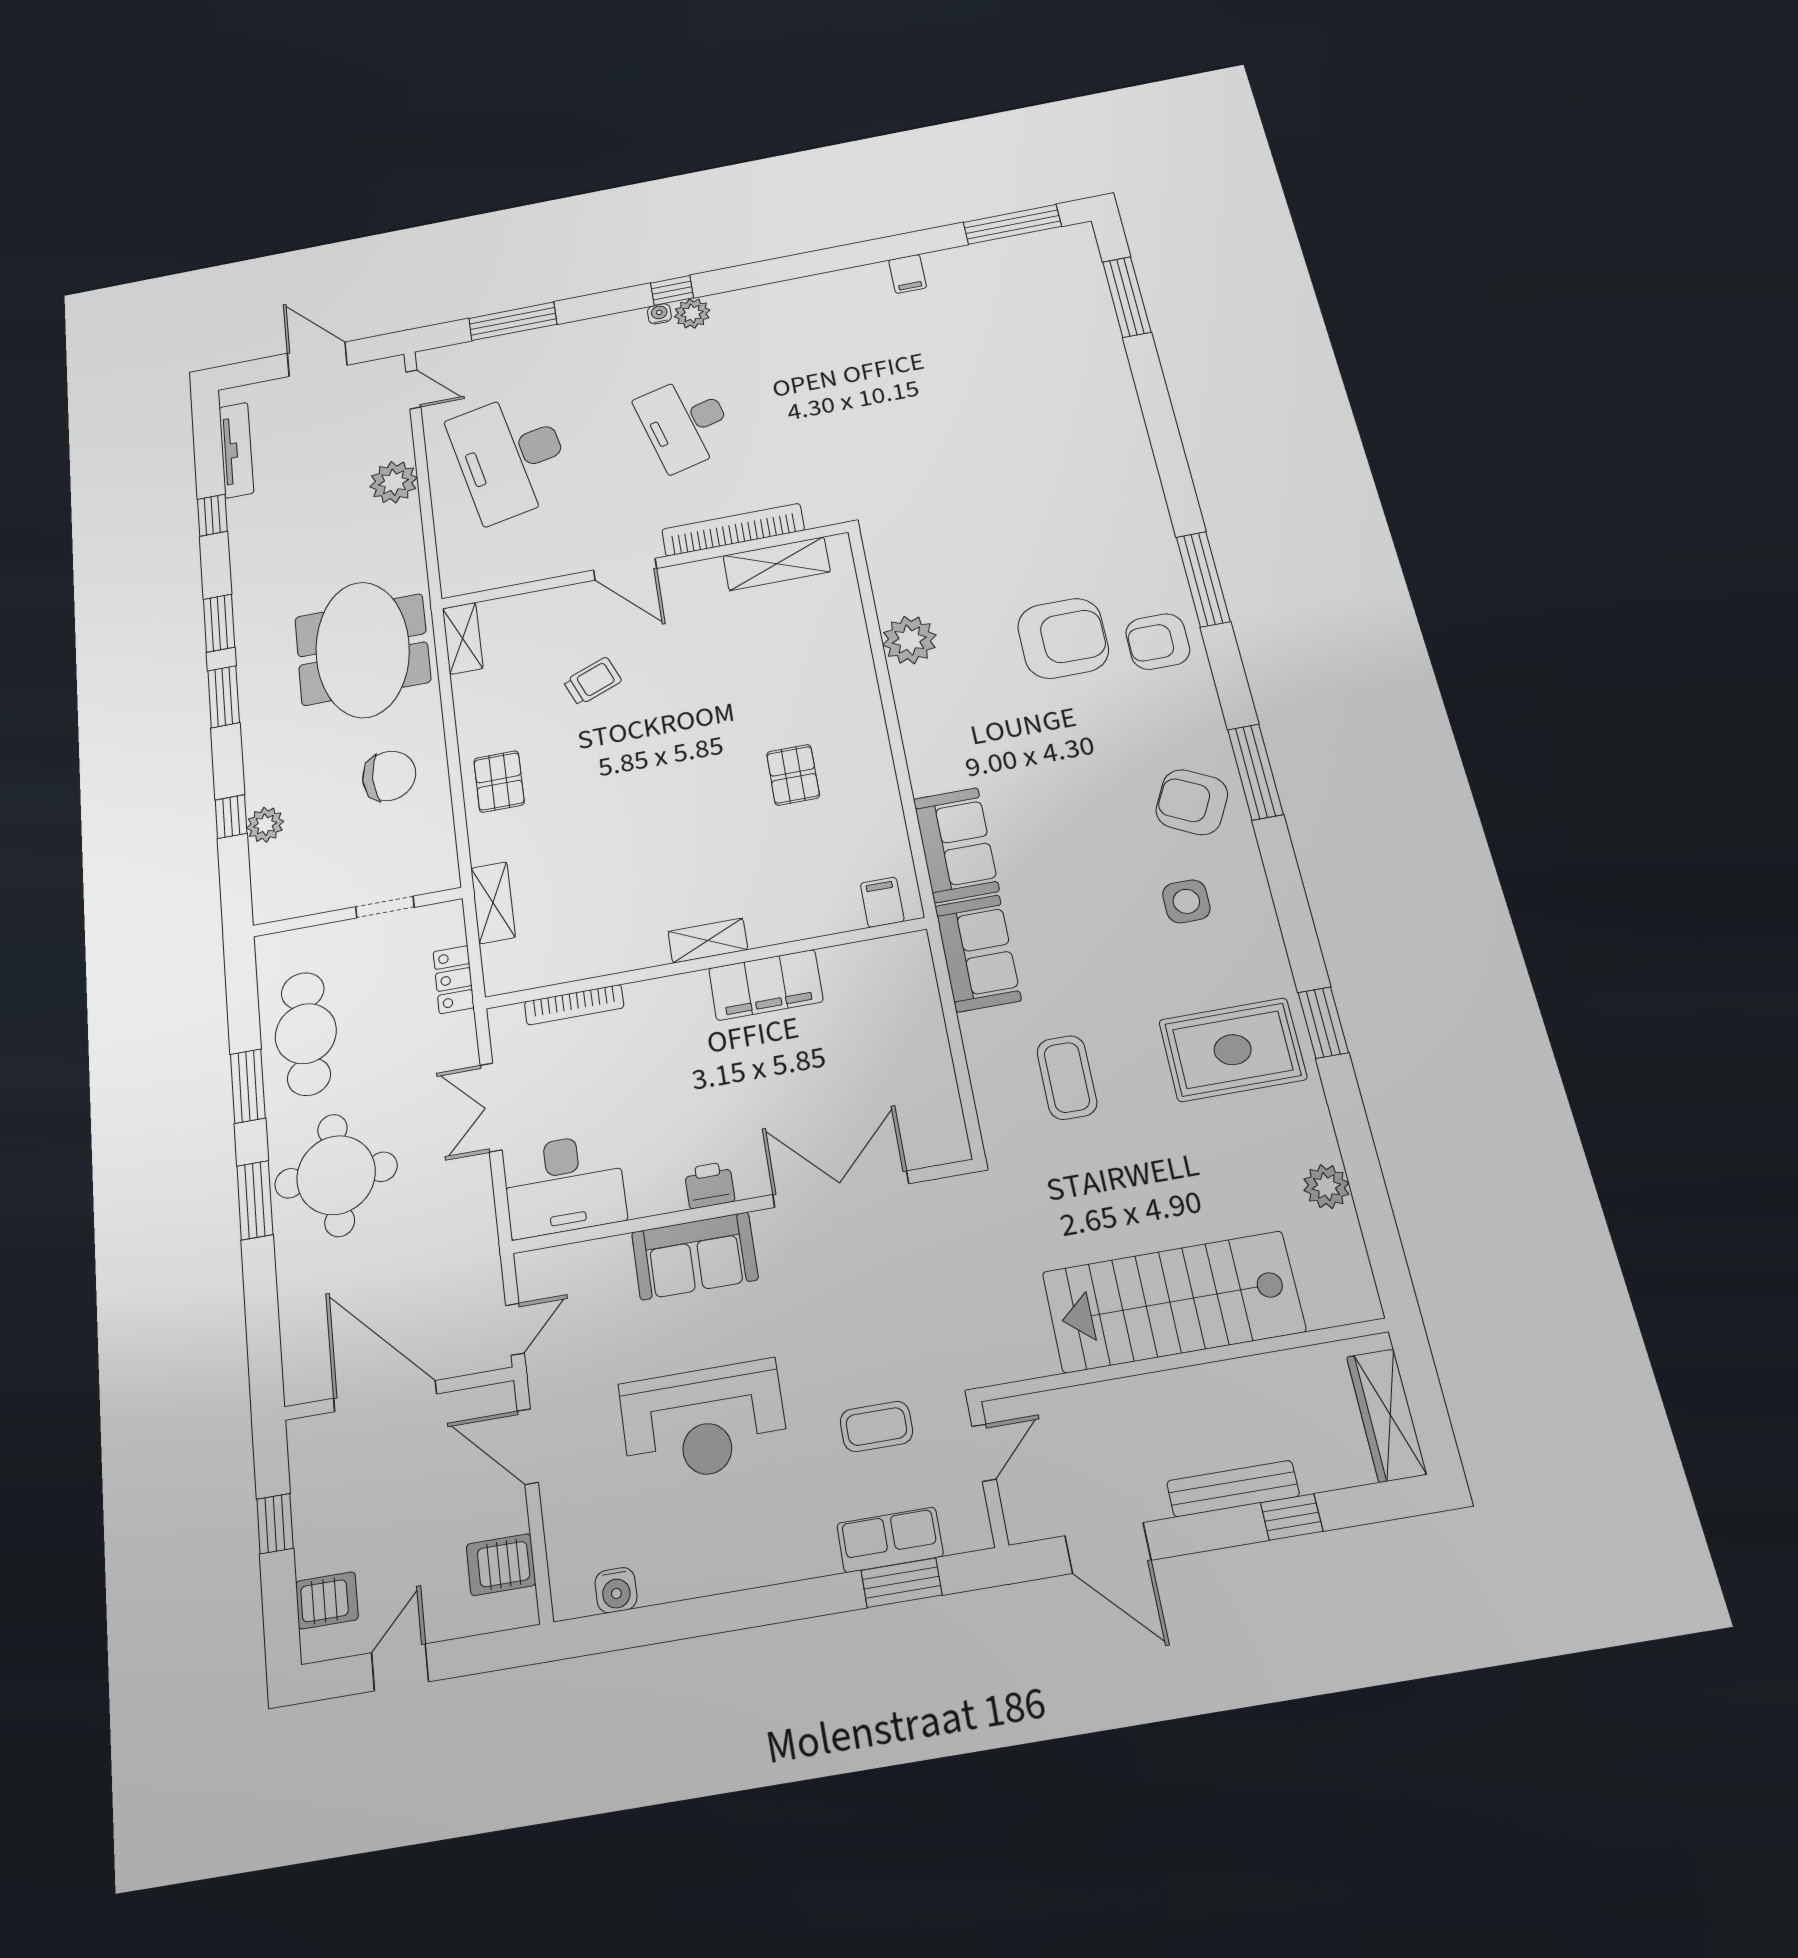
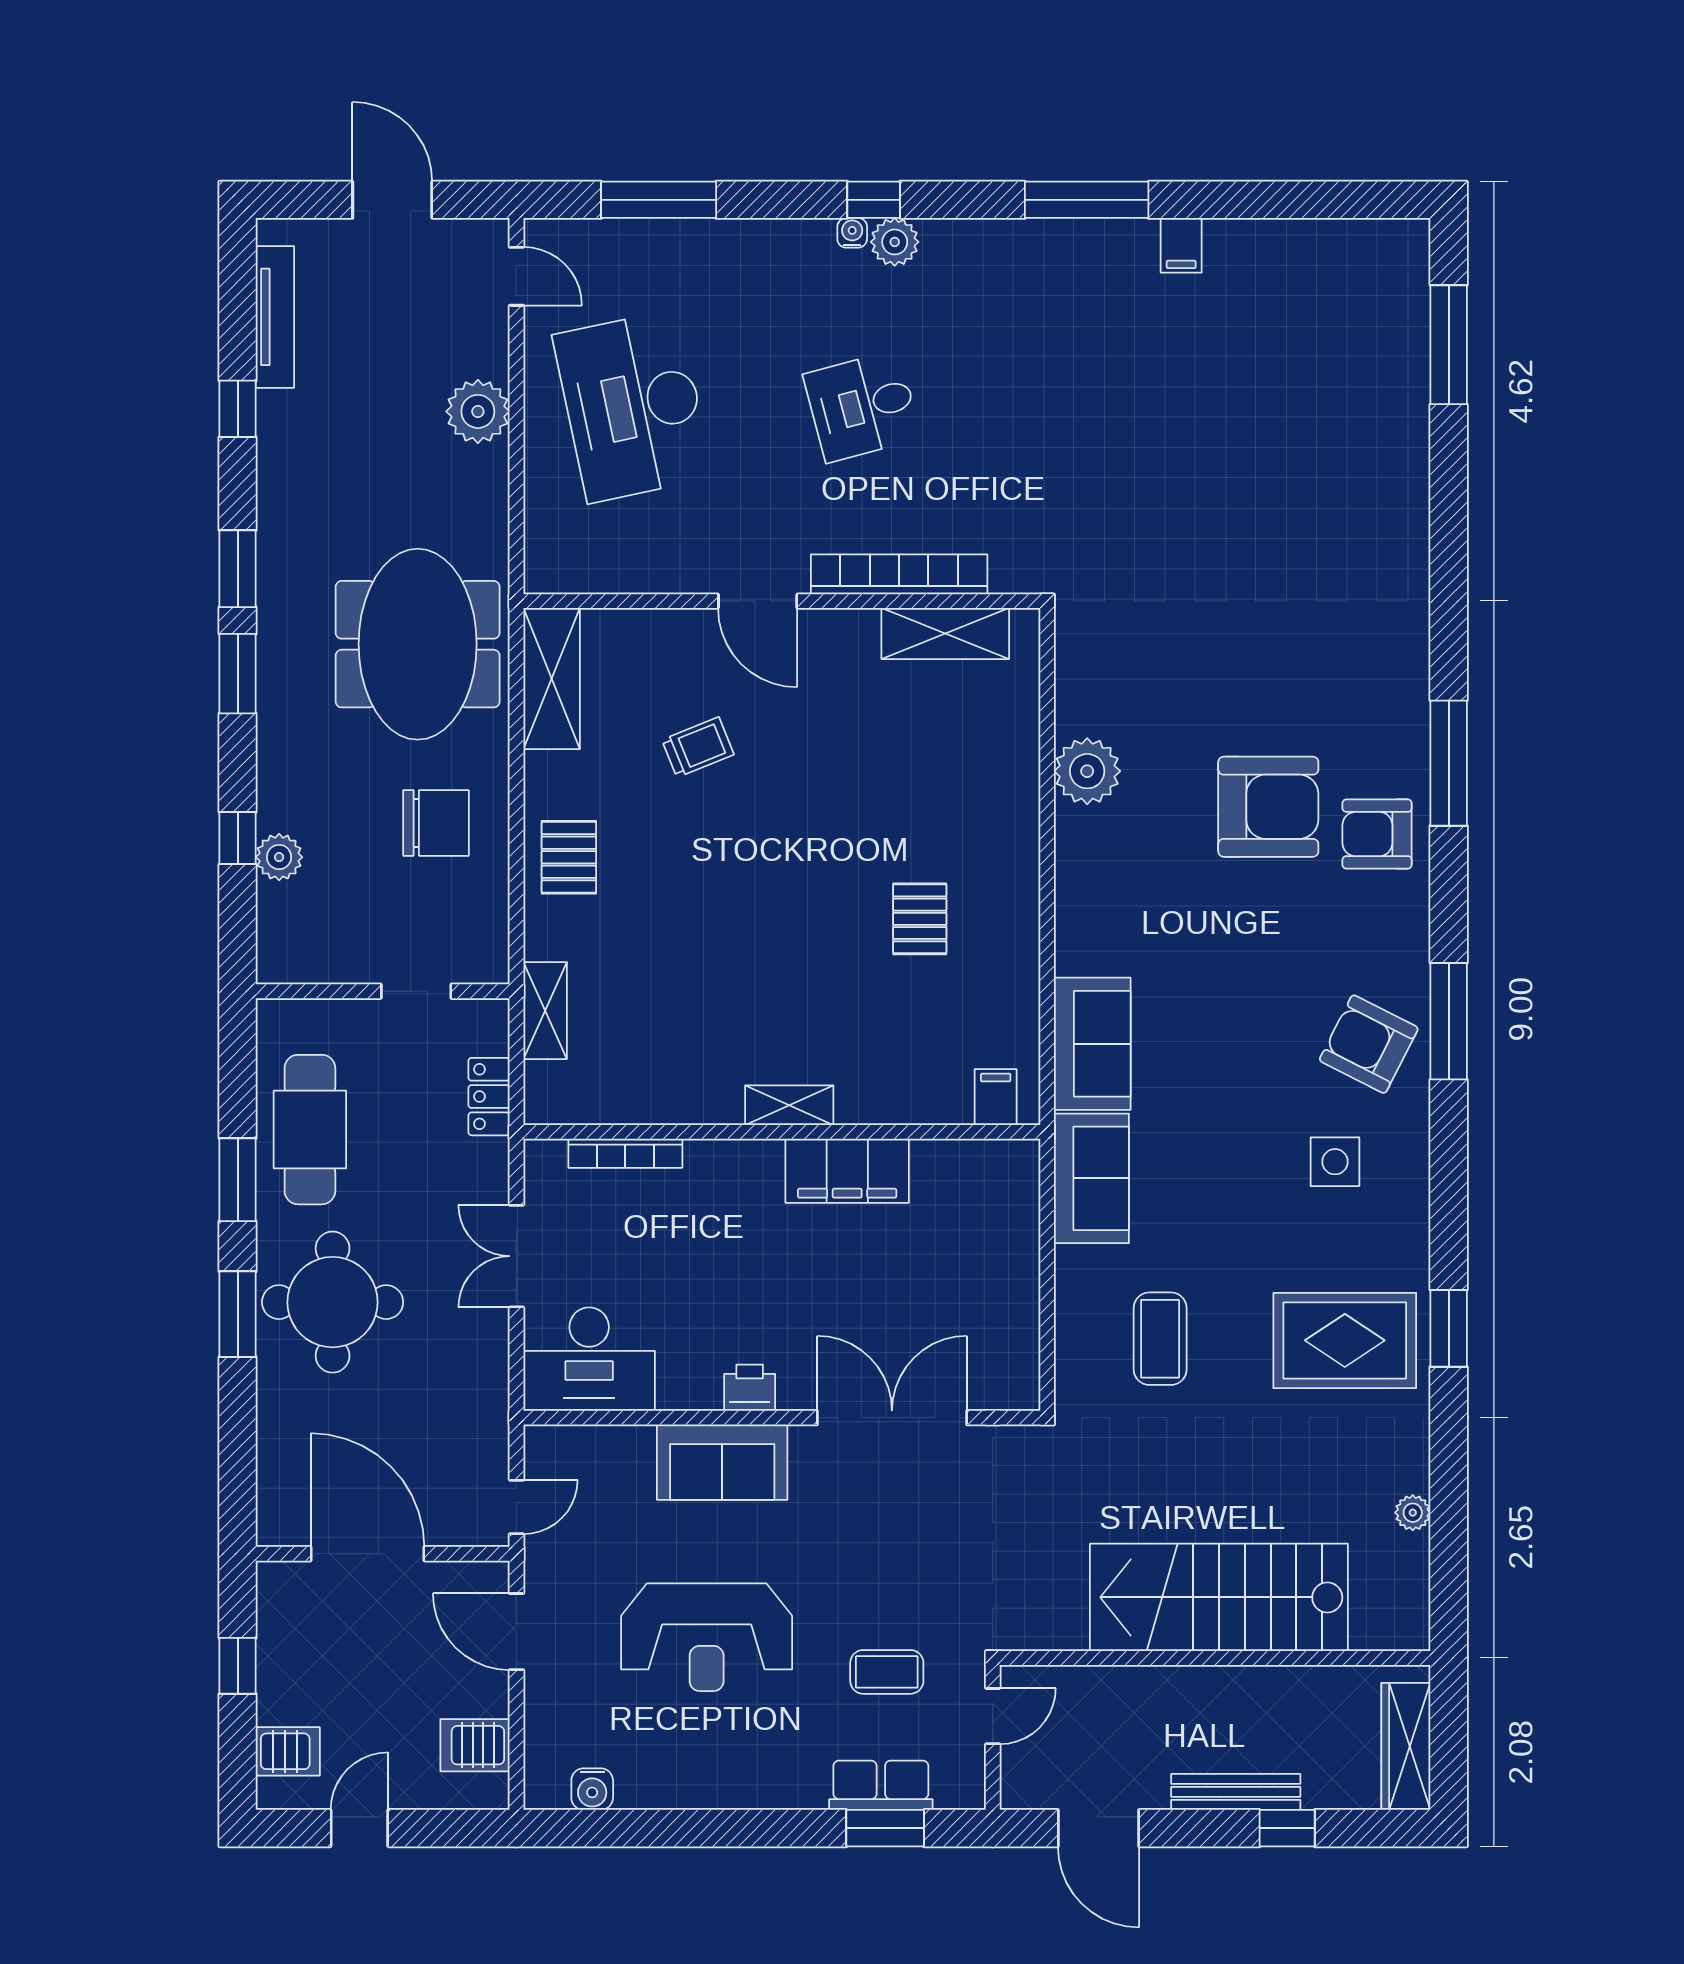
window: (1012, 224) -> (1087, 200), moved
desk: (685, 423) -> (862, 406), width x0.73
shelving: (463, 638) -> (552, 679), width x1.50, depth x1.33
plant: (1326, 1187) -> (1413, 1513), width x0.73, depth x0.73

